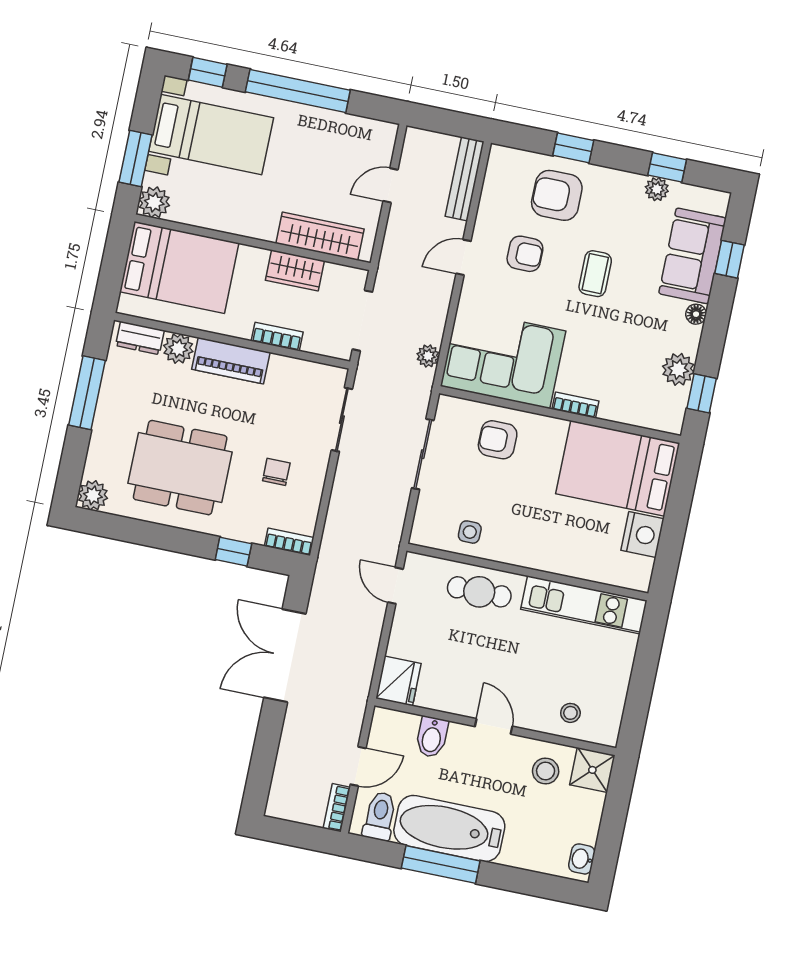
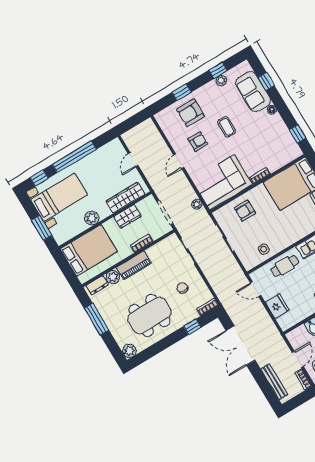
bench: (465, 179) -> (274, 382), moved
plant: (154, 202) -> (92, 218), moved
plant: (678, 369) -> (283, 133), removed
fridge: (398, 681) -> (277, 306), moved

